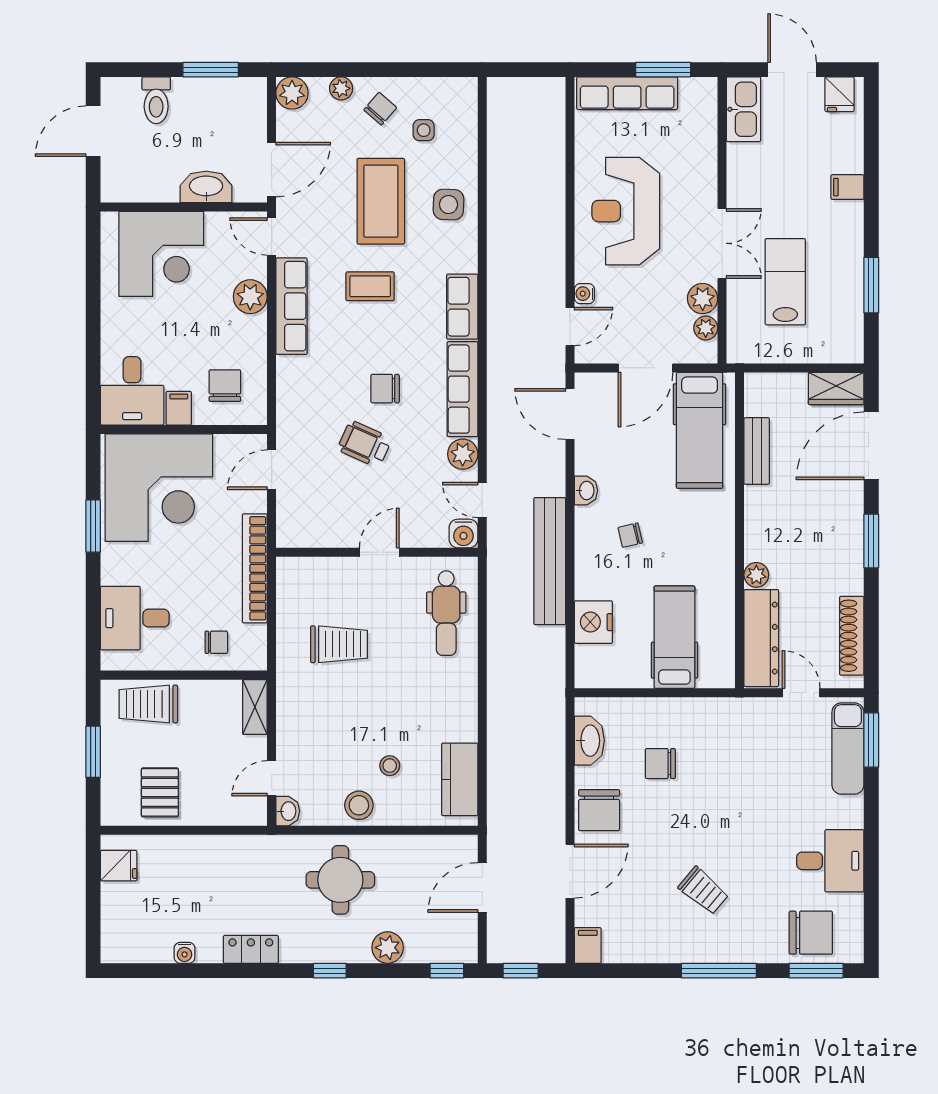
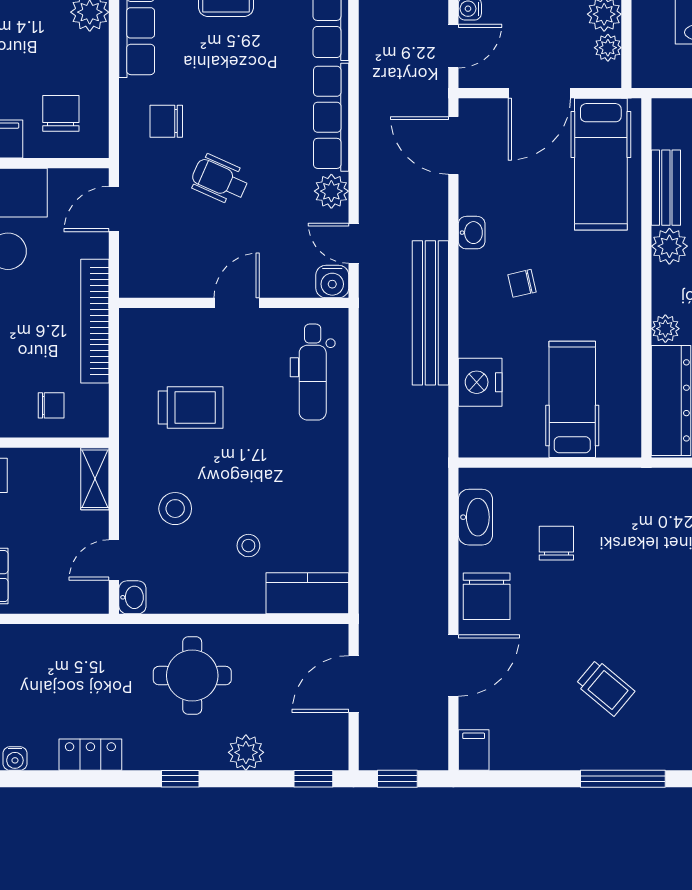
chair: (385, 389) -> (166, 121), moved
plant: (760, 502) -> (669, 246), added
chair: (660, 764) -> (556, 543), turned 90
kitchen counter: (460, 779) -> (307, 593), moved, turned 90
stool: (359, 805) -> (175, 509), moved

